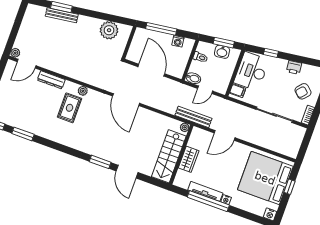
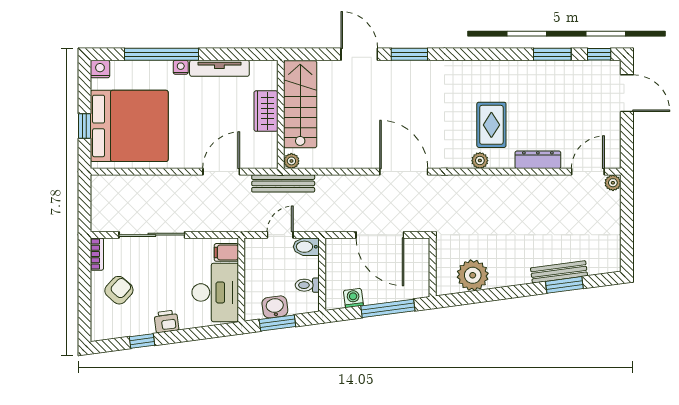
window: (271, 53) -> (142, 341), moved
printer: (294, 68) -> (166, 321), moved
window: (208, 201) -> (162, 54), moved

